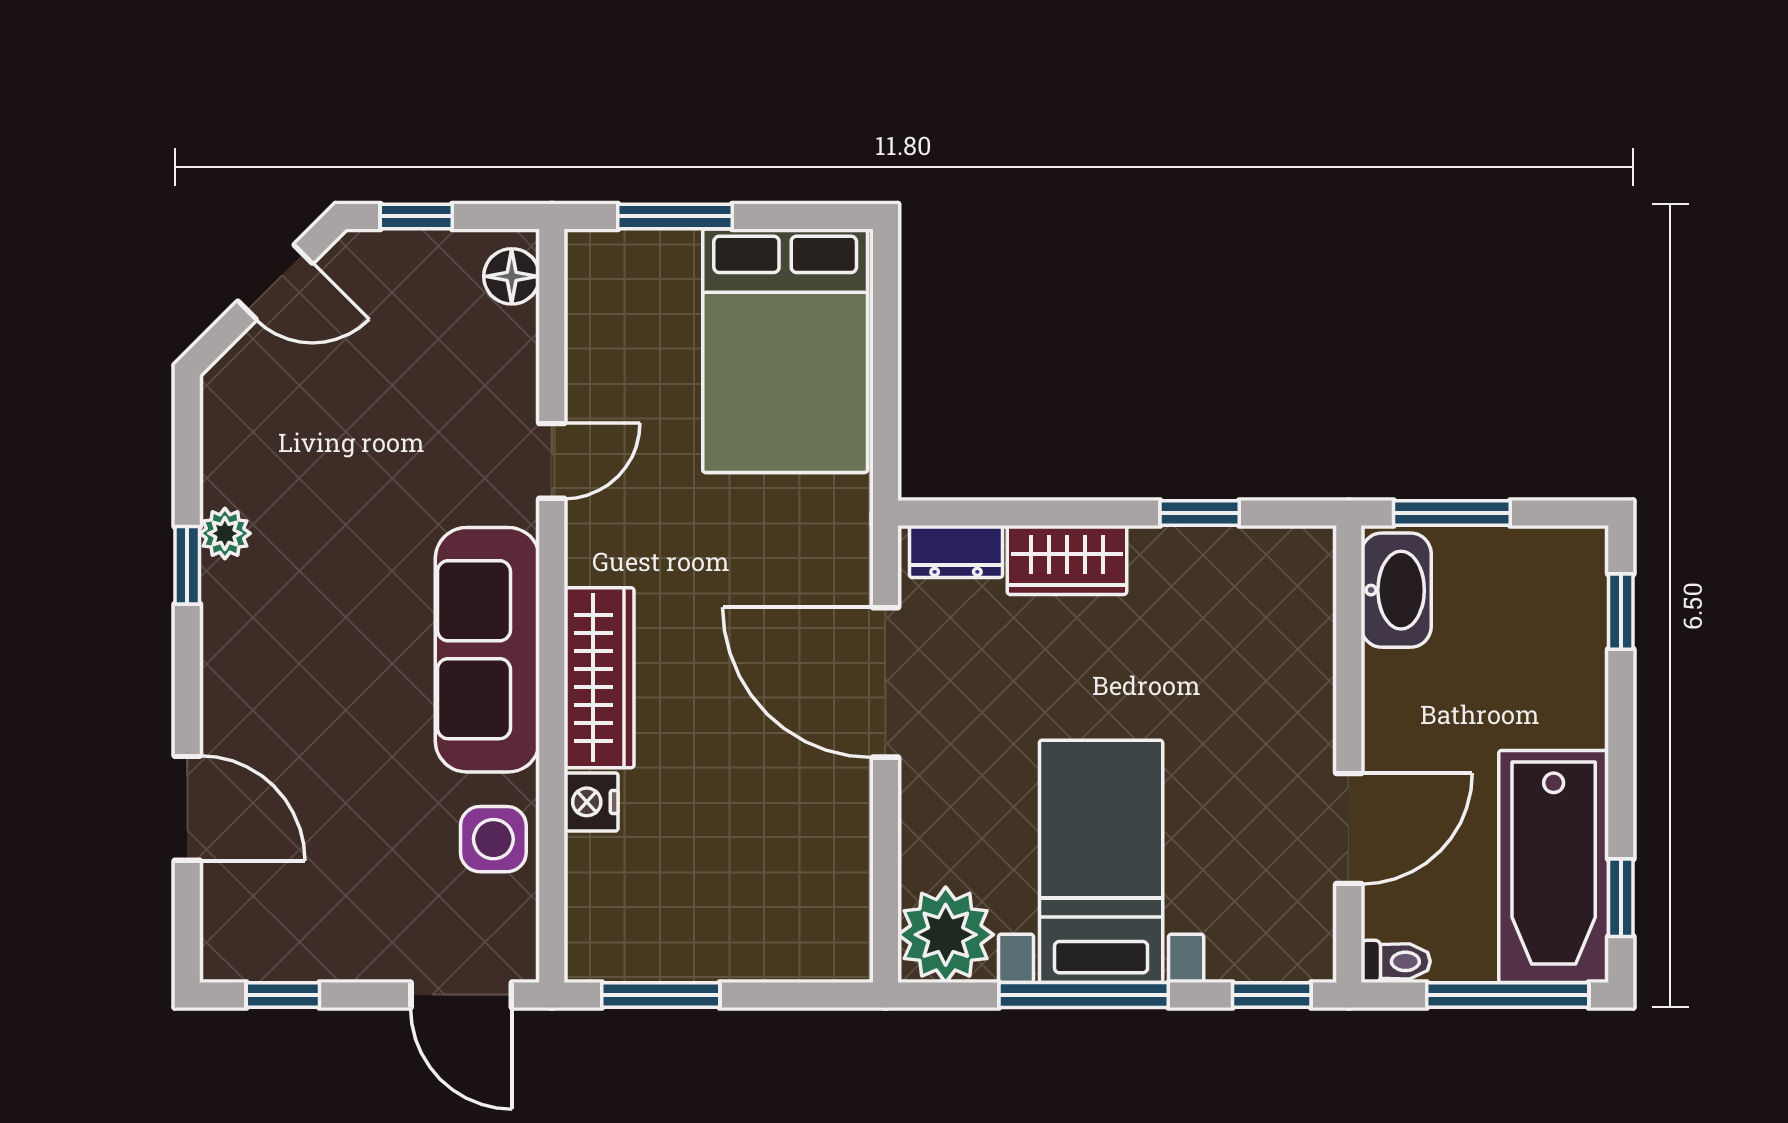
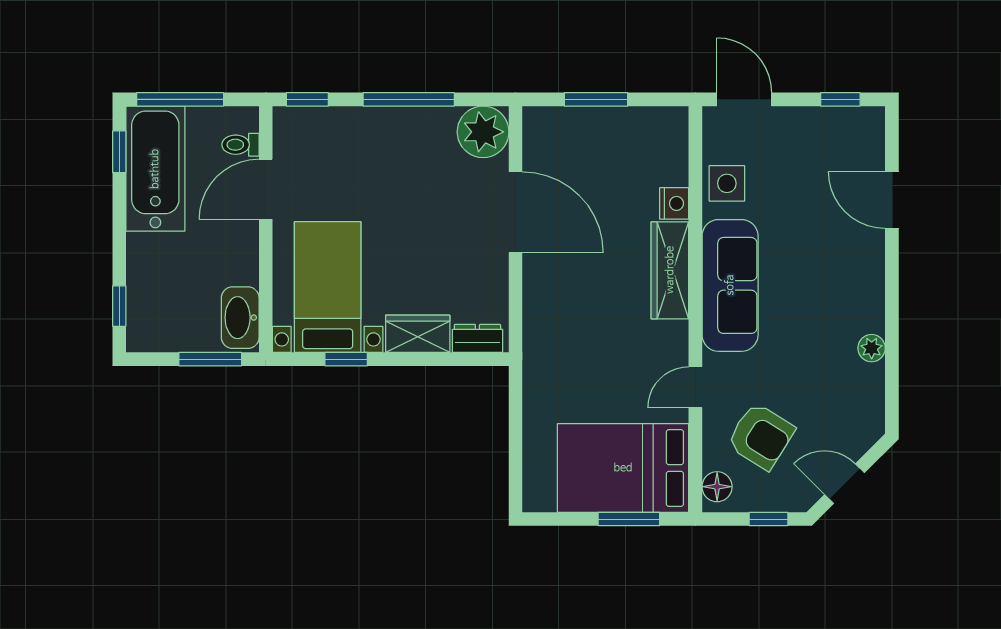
bed: (785, 351) -> (623, 468), moved, turned -90
armchair: (430, 370) -> (761, 436), added
window: (187, 565) -> (892, 331), removed
door: (885, 682) -> (516, 212), moved
bed with nightstands: (1101, 861) -> (328, 287), moved, turned 180
toilet: (1396, 961) -> (240, 145), moved
window: (661, 995) -> (596, 99), moved

